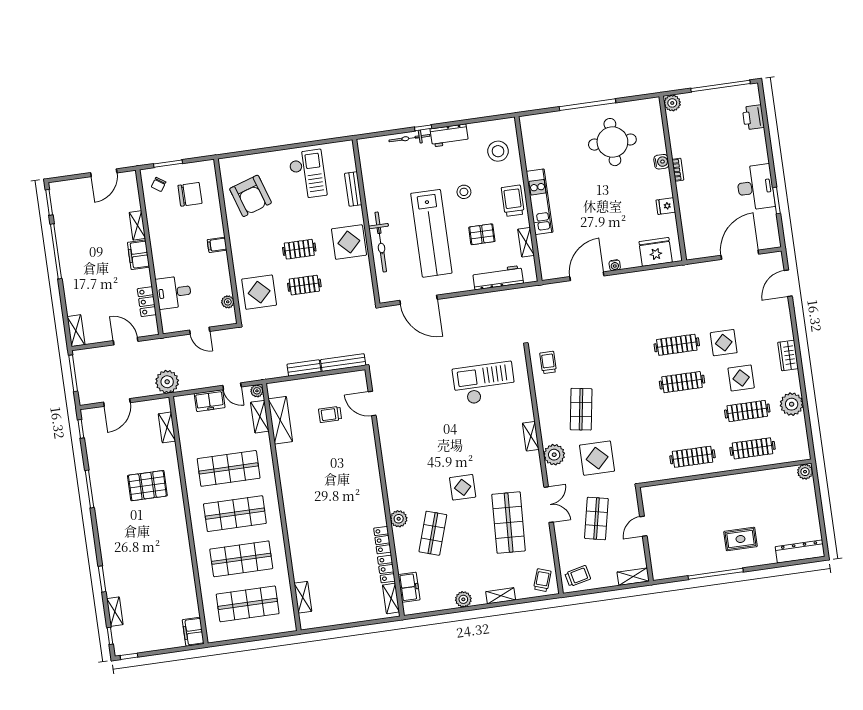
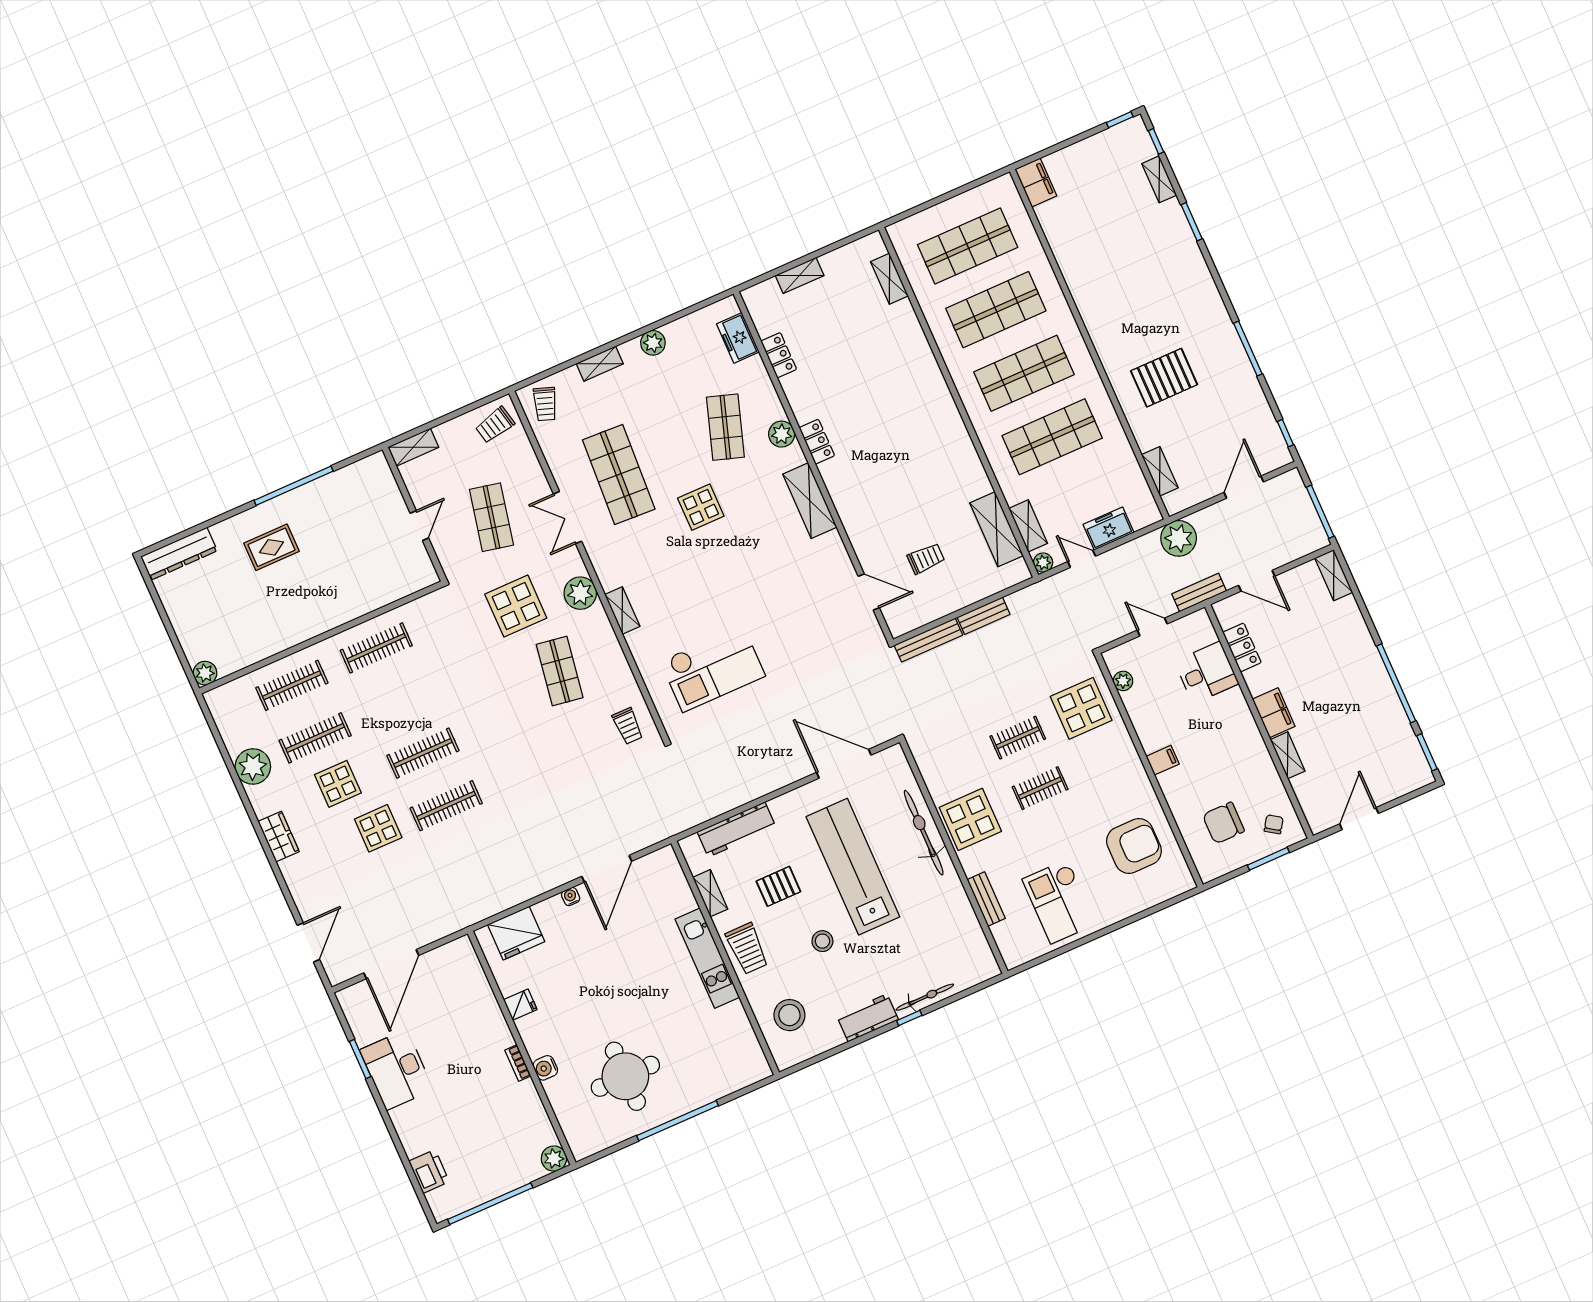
armchair: (251, 196) -> (1134, 846), turned 108
bench: (164, 344) -> (1199, 593), added
shelving: (393, 472) -> (810, 501), added
locker: (382, 540) -> (817, 442), moved
shelving: (391, 598) -> (800, 275), moved, turned 90

